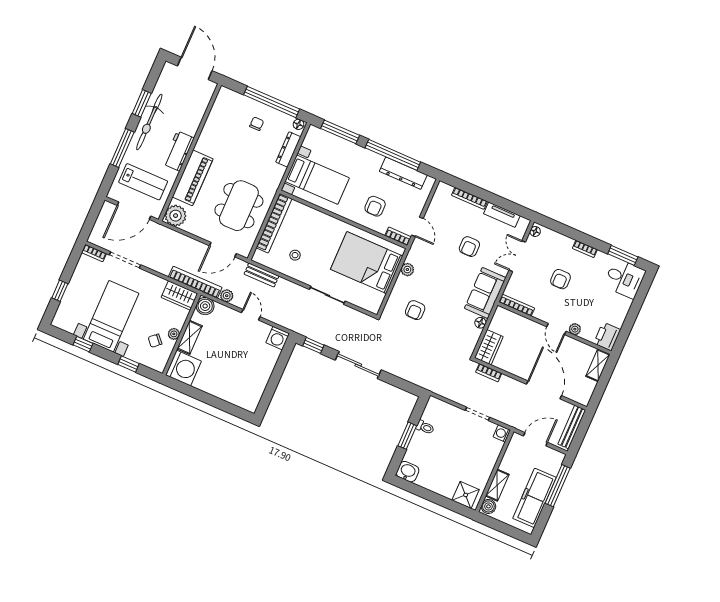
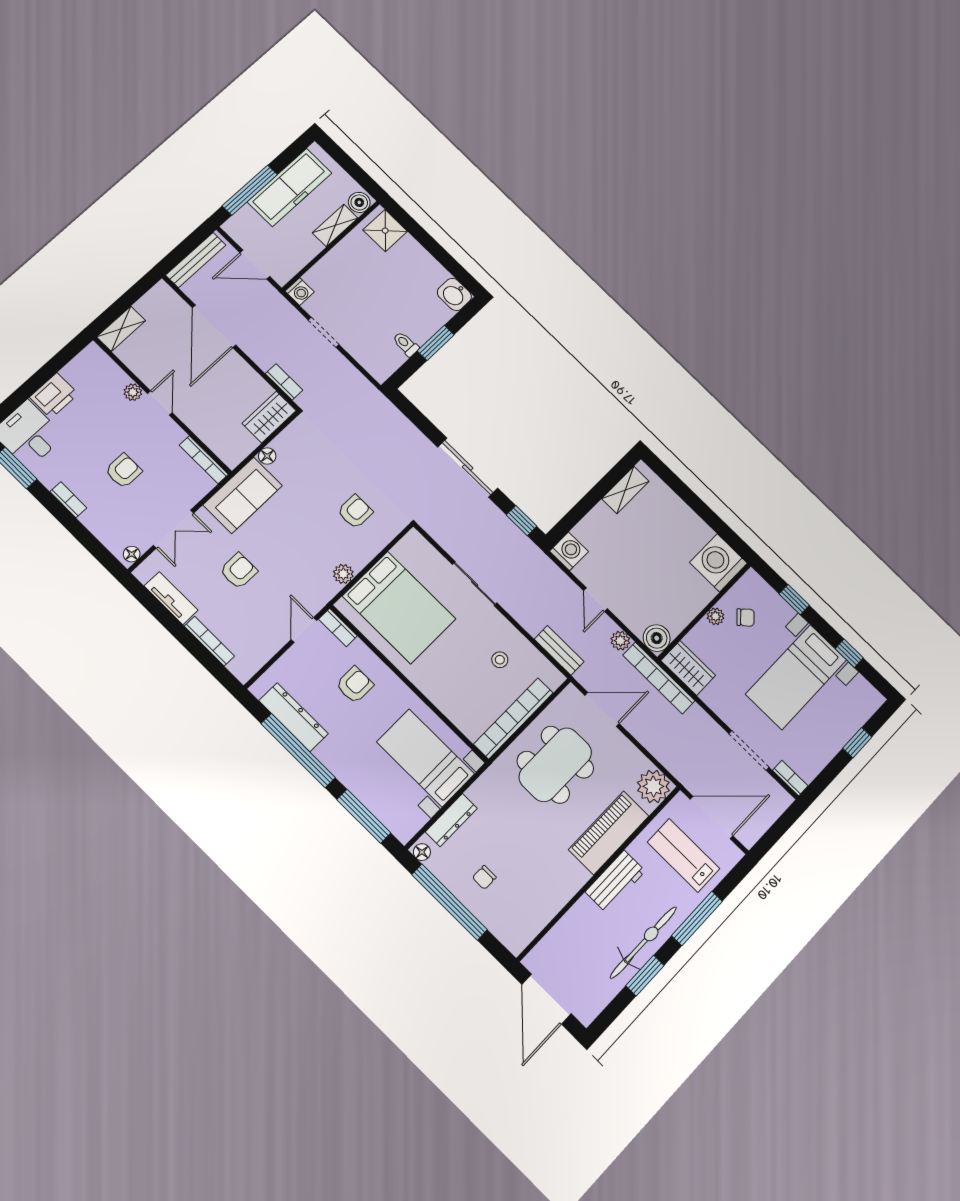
shelving: (190, 337) -> (625, 490), moved
printer: (607, 337) -> (54, 396), moved

